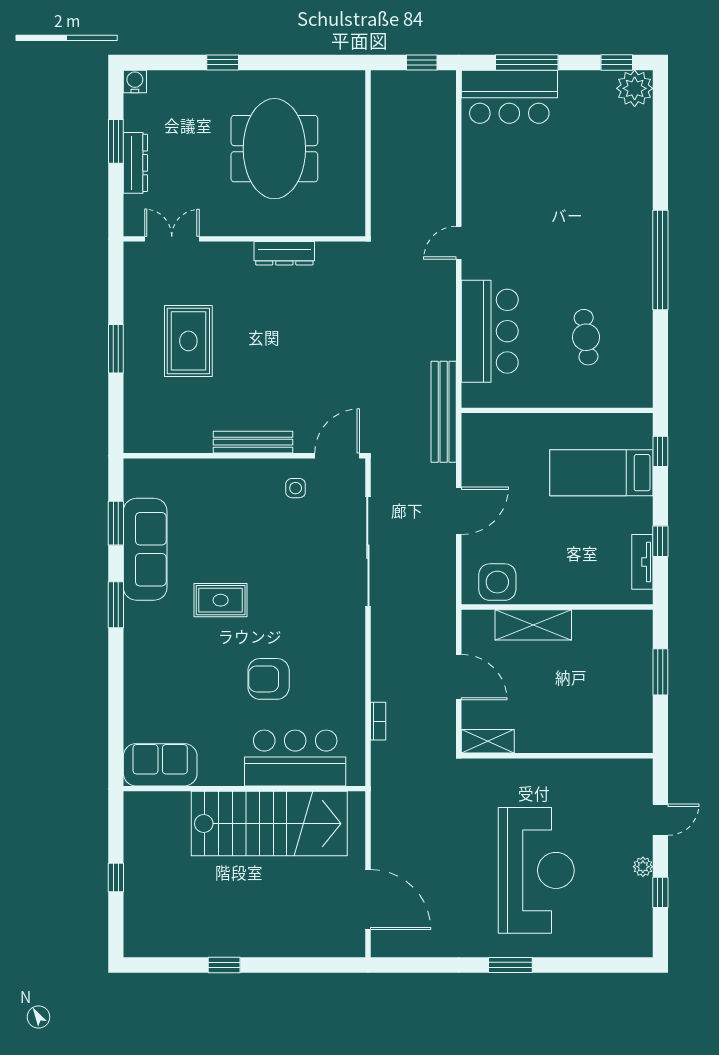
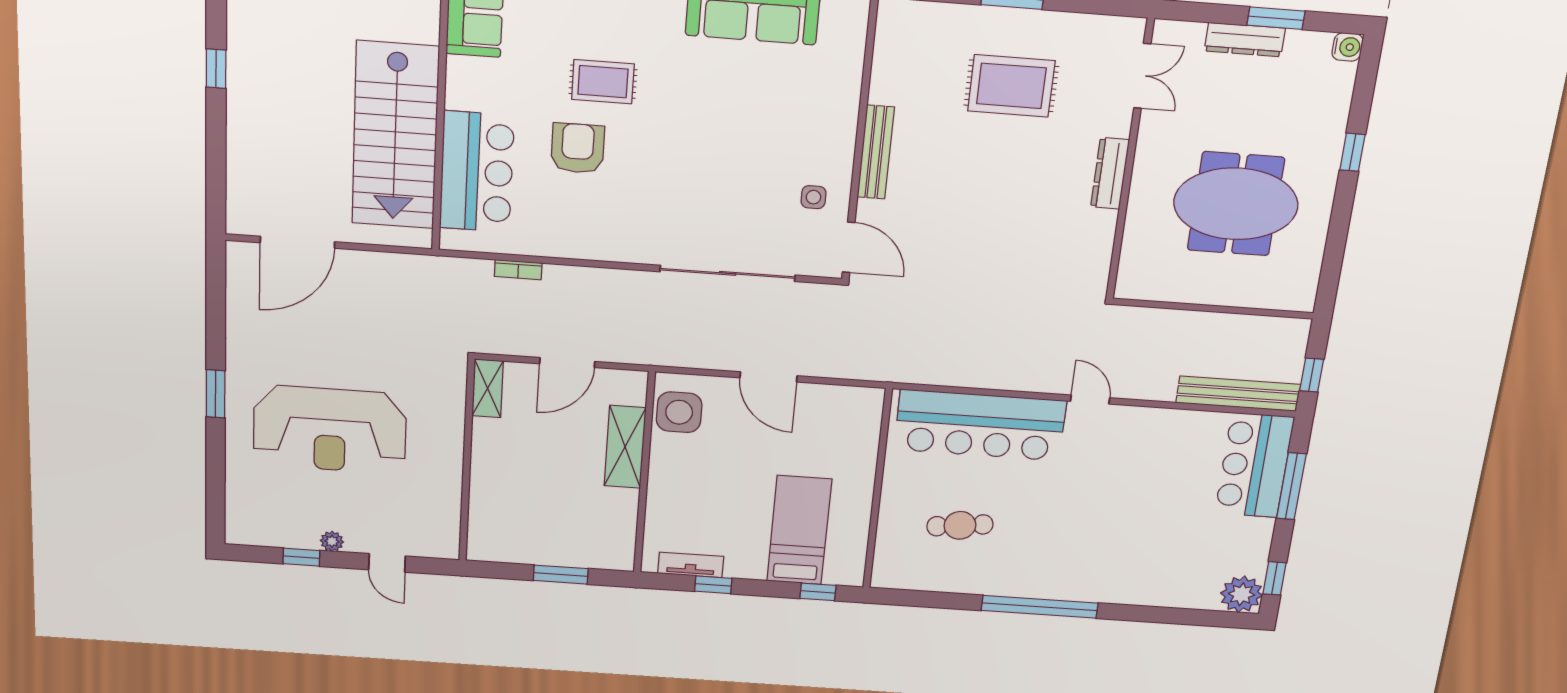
dresser: (284, 253) -> (1110, 173), moved
bar counter: (490, 331) -> (980, 425), width x1.36
bench: (444, 412) -> (1238, 394), moved
rug: (221, 600) -> (603, 82), moved, turned 90

